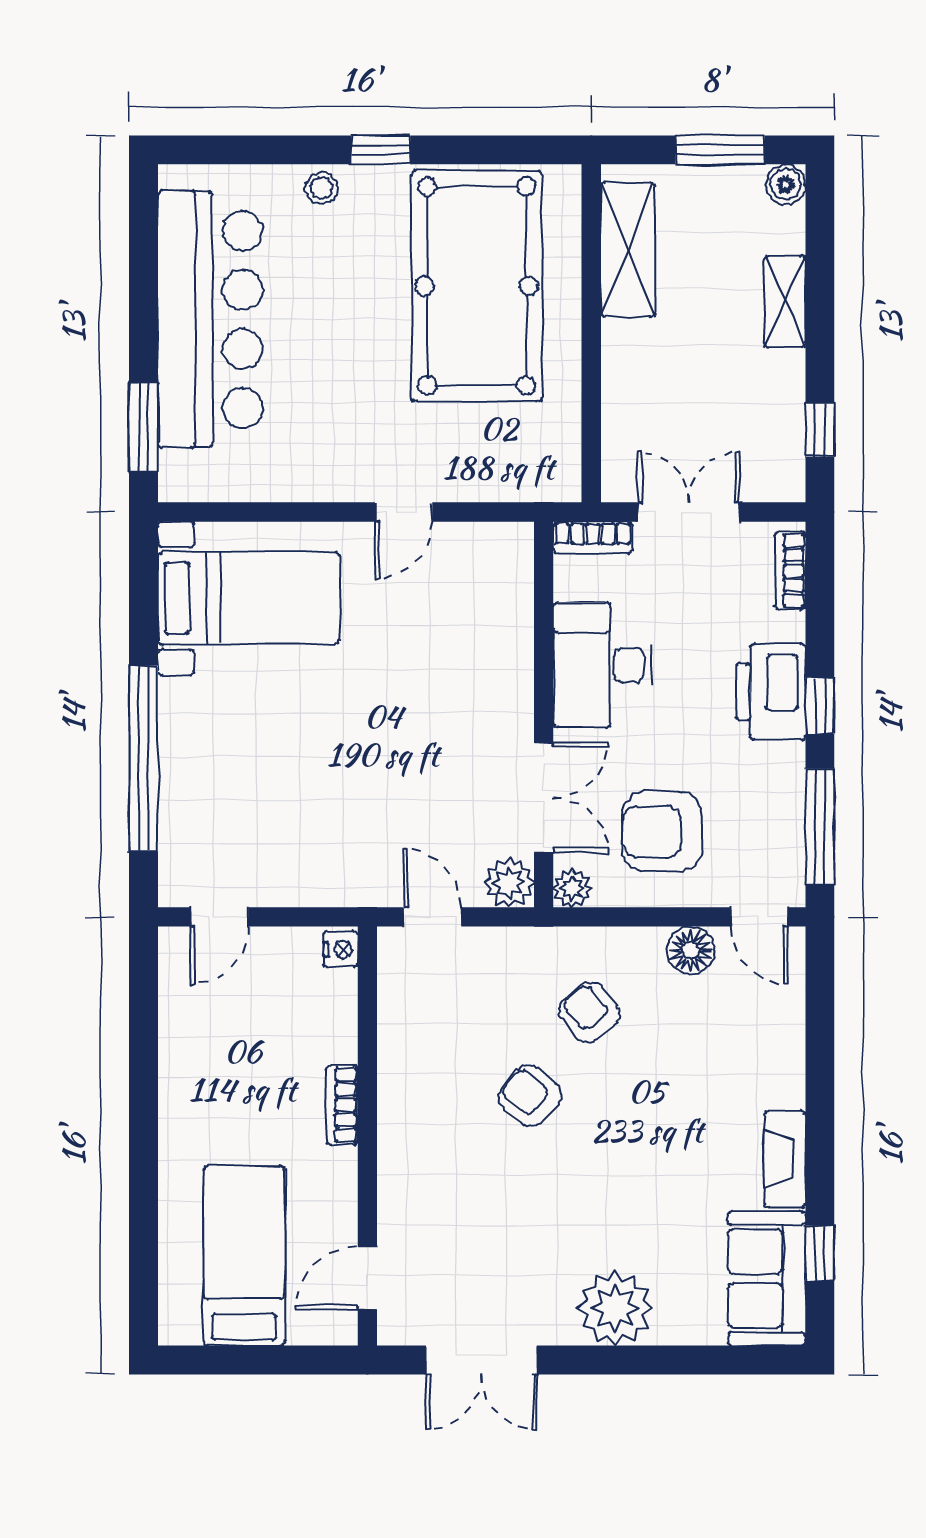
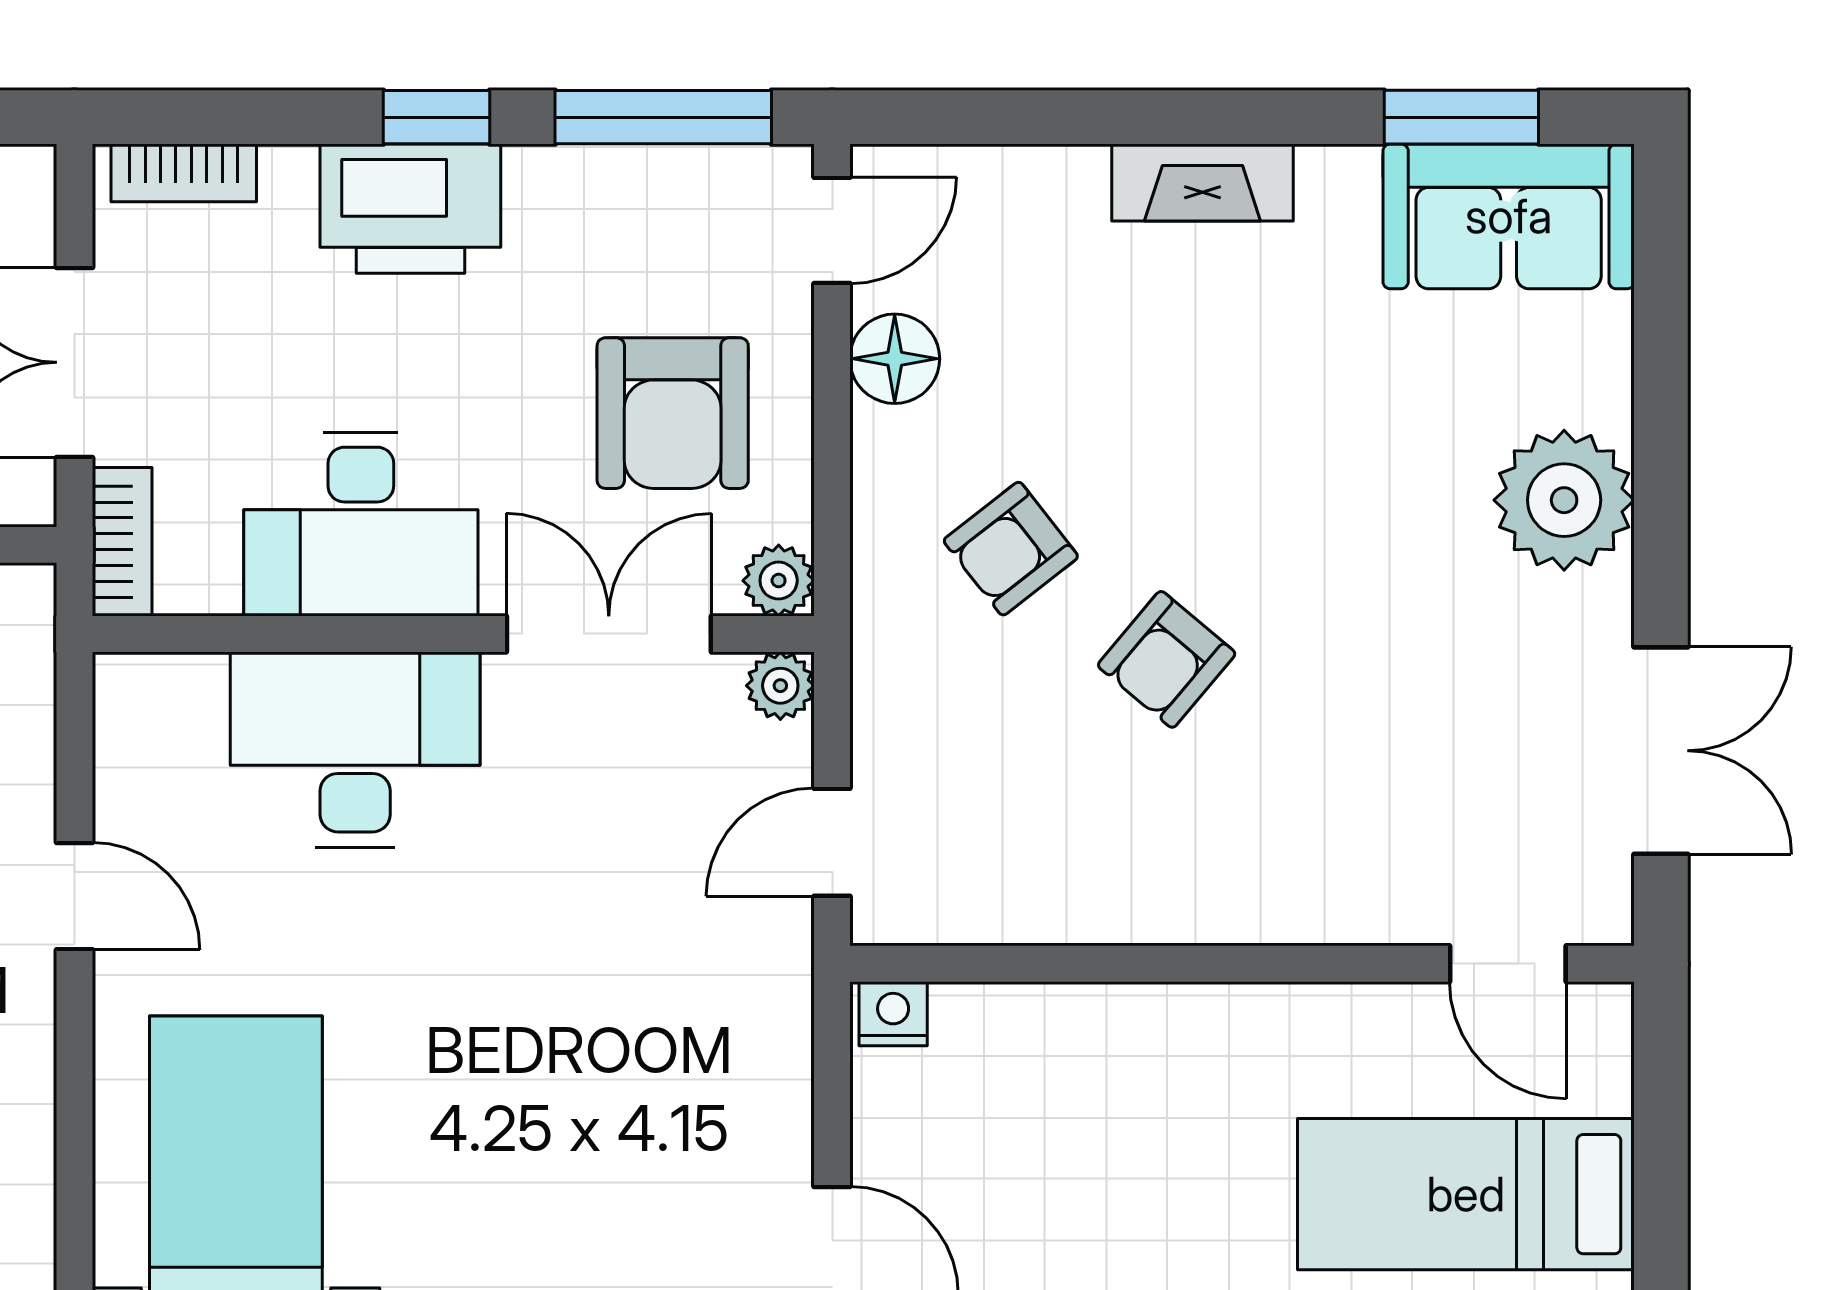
desk: (482, 662) -> (355, 750), added
plant: (509, 883) -> (780, 686), width x0.73, depth x0.73
bookcase: (342, 1105) -> (1184, 1011), removed
fireplace: (785, 1159) -> (1202, 182), moved
window: (820, 1253) -> (1461, 117), width x1.50

